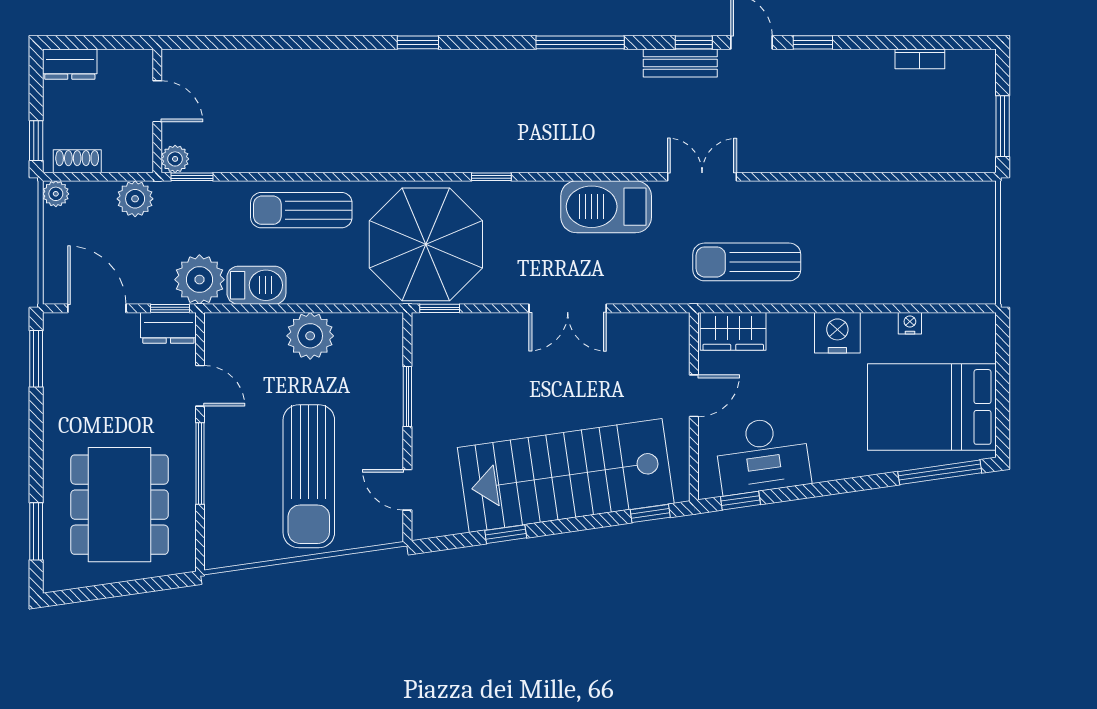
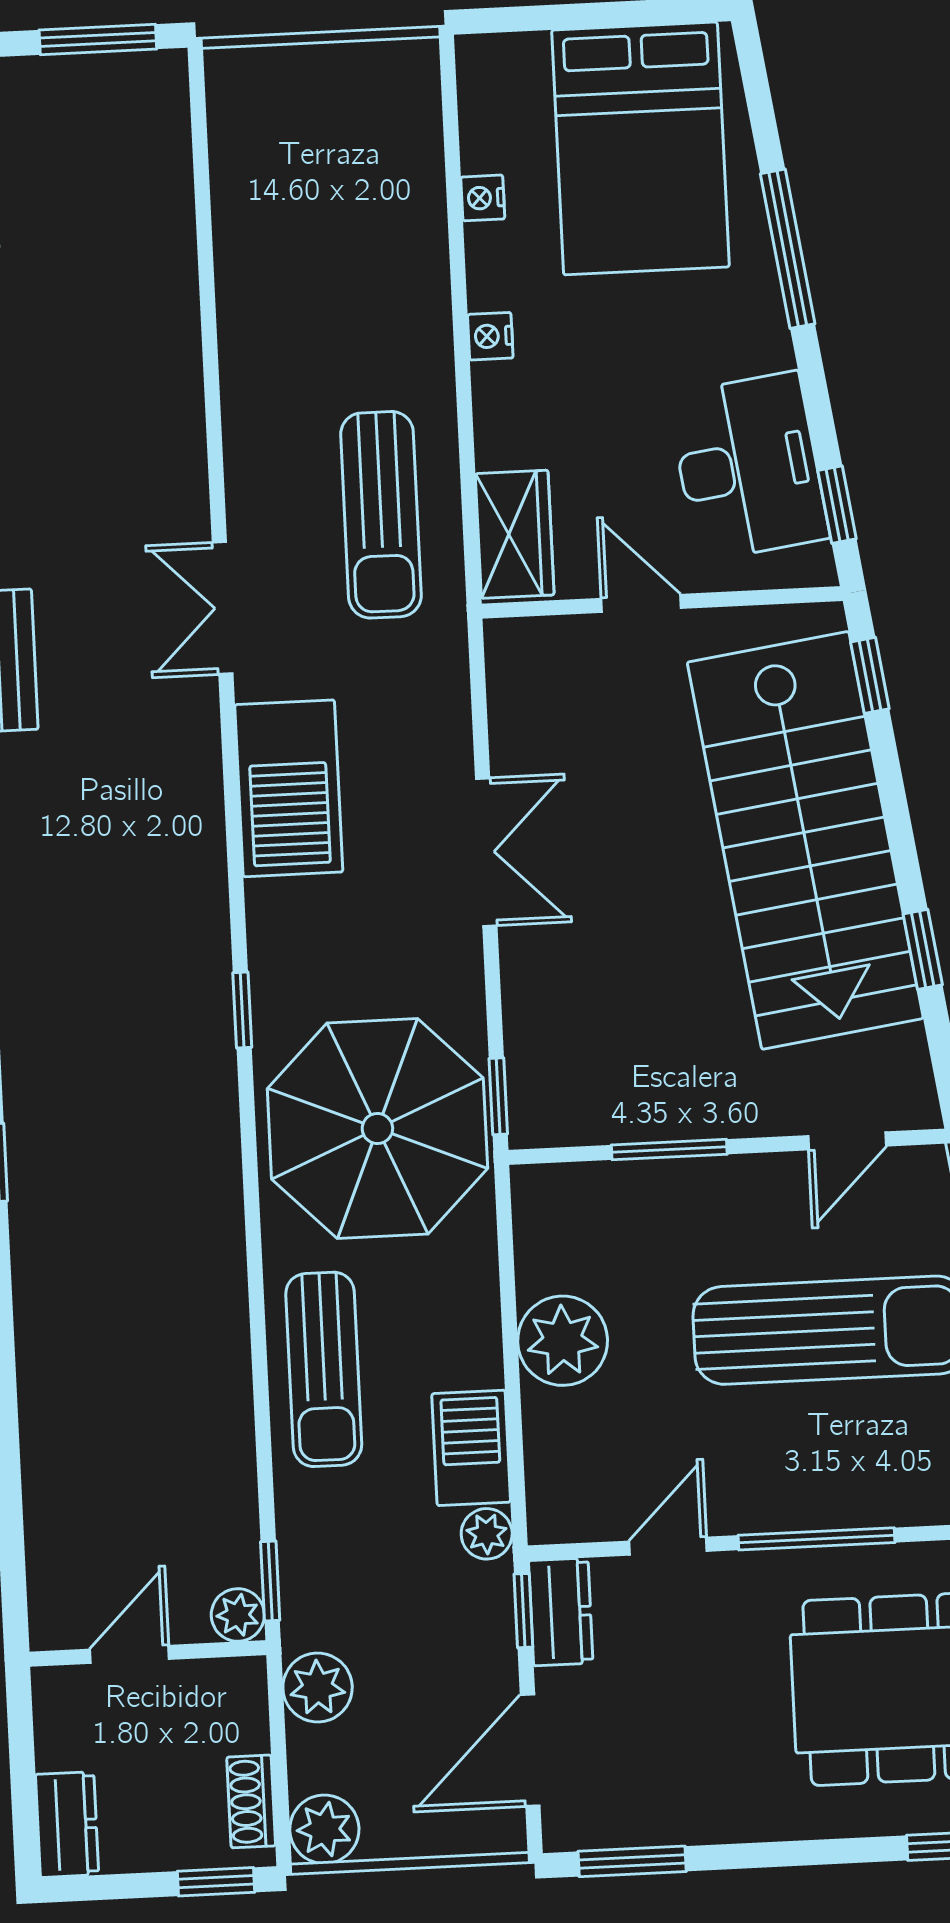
plant: (56, 194) -> (324, 1829), width x1.38, depth x1.38
plant: (199, 280) -> (487, 1534), width x0.53, depth x0.53
nightstand: (837, 333) -> (490, 336), width x0.53, depth x0.56
window: (940, 472) -> (788, 249), moved

